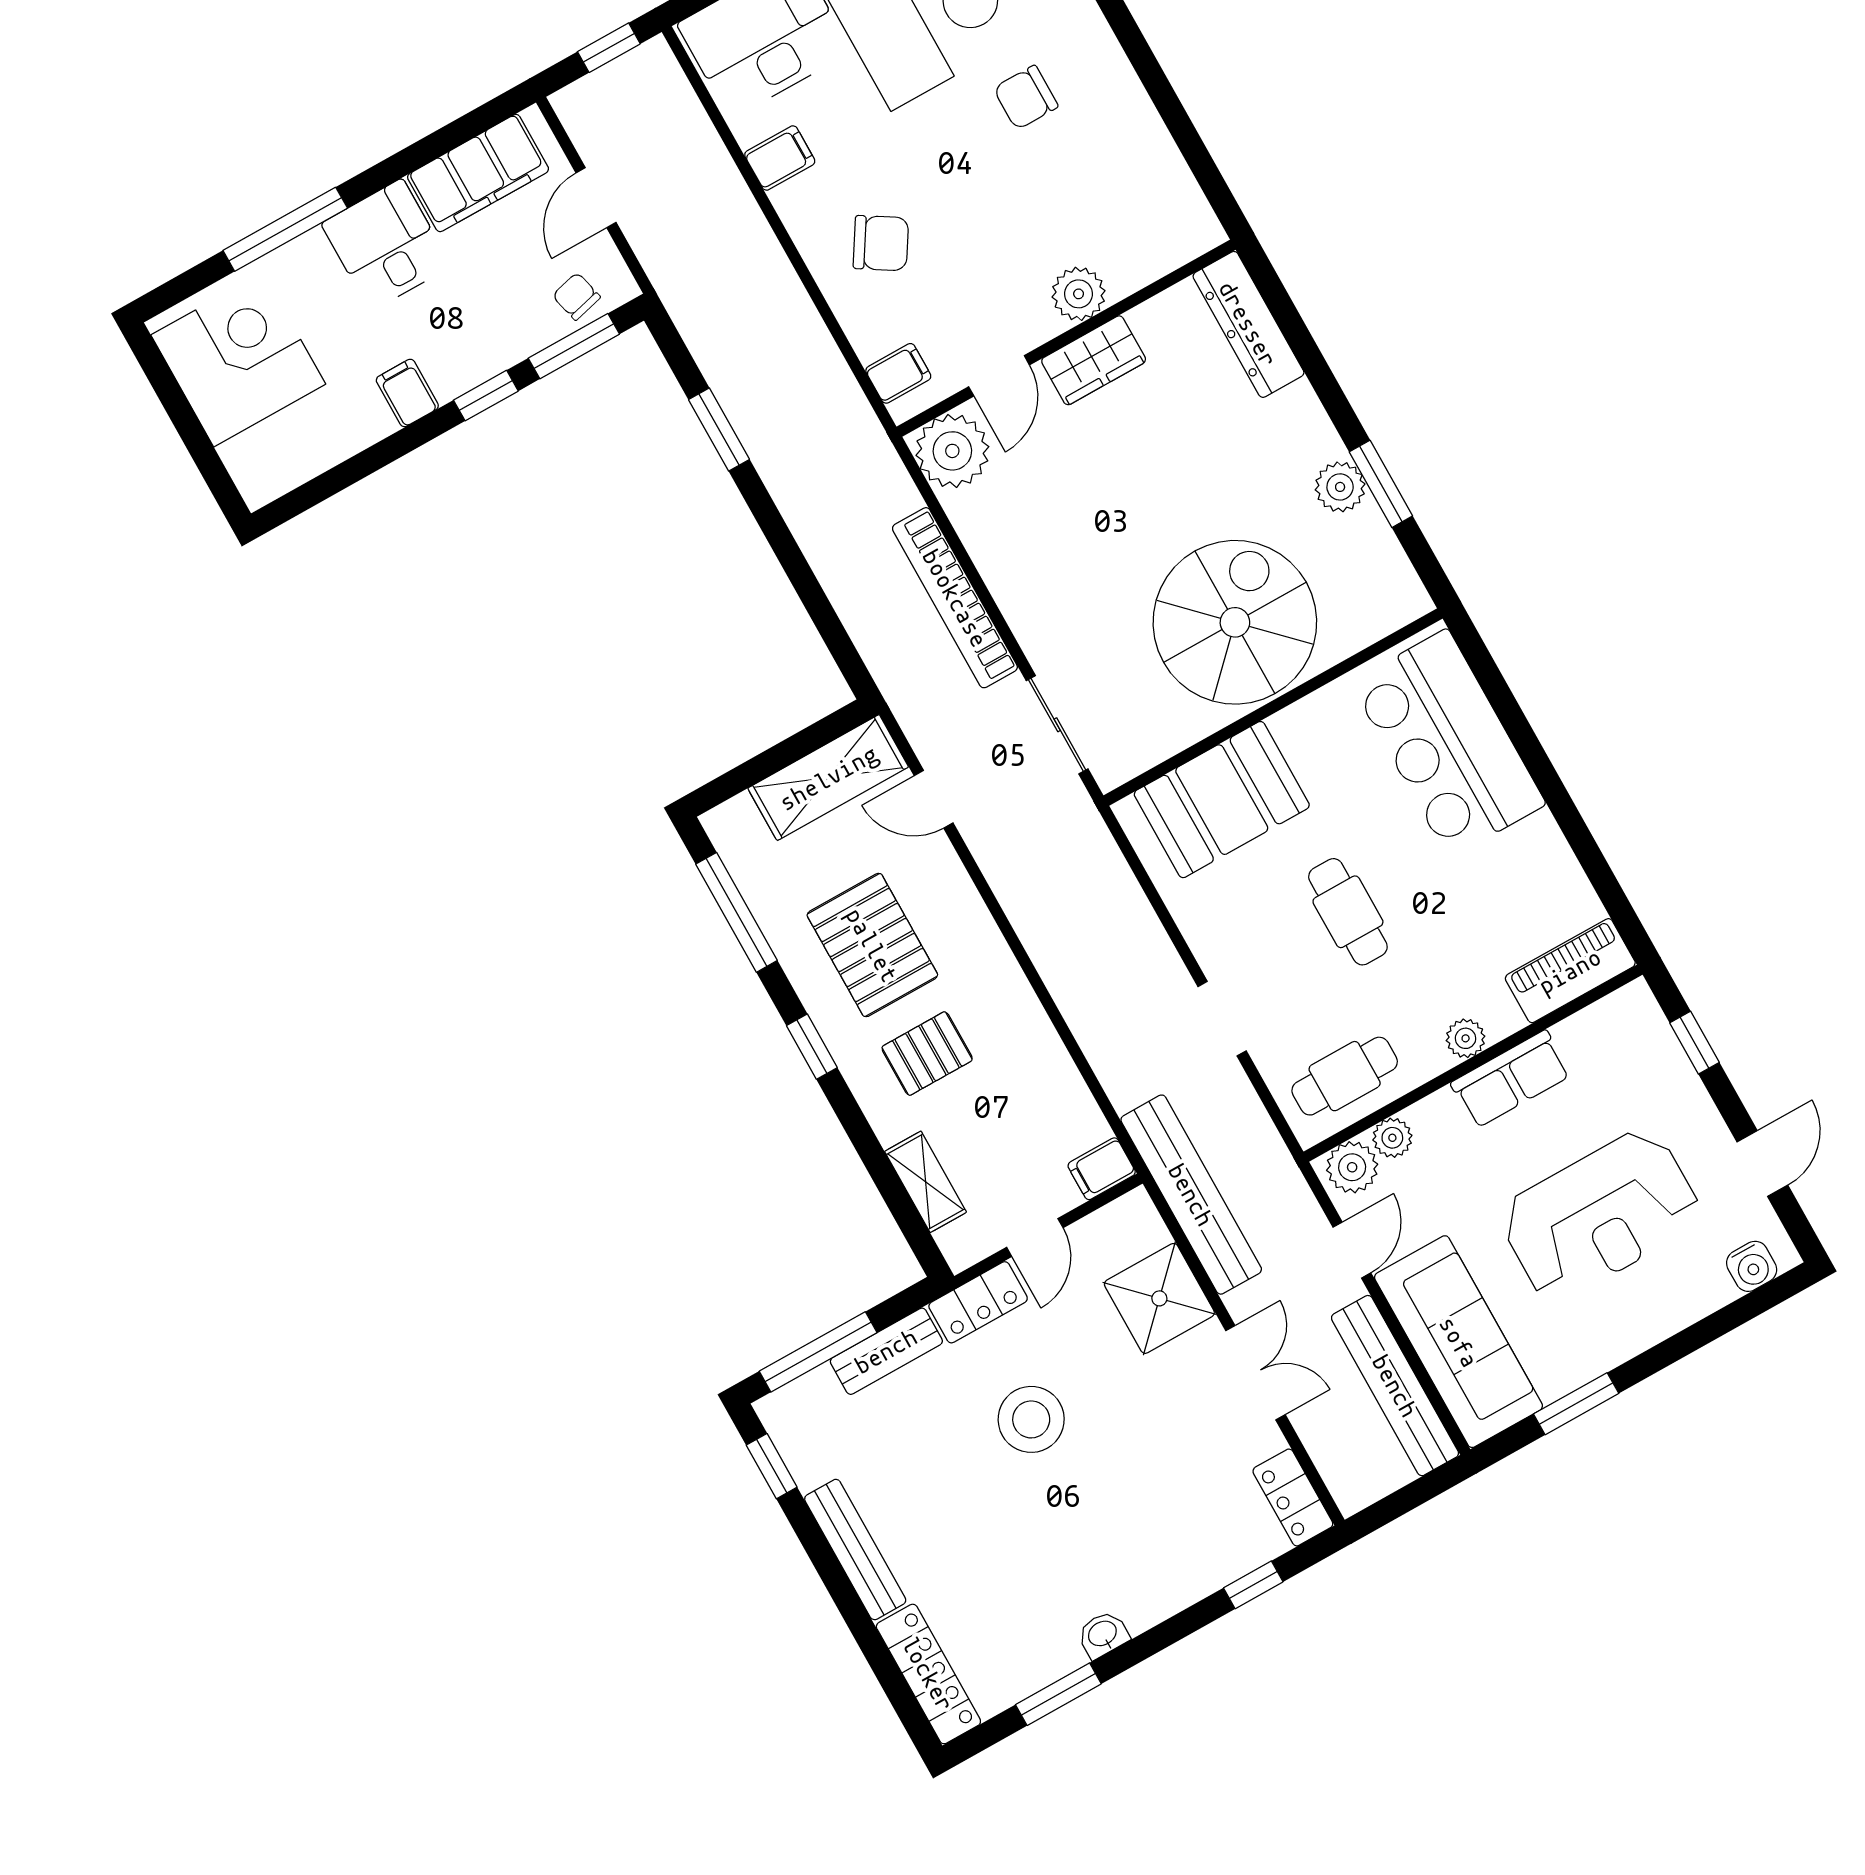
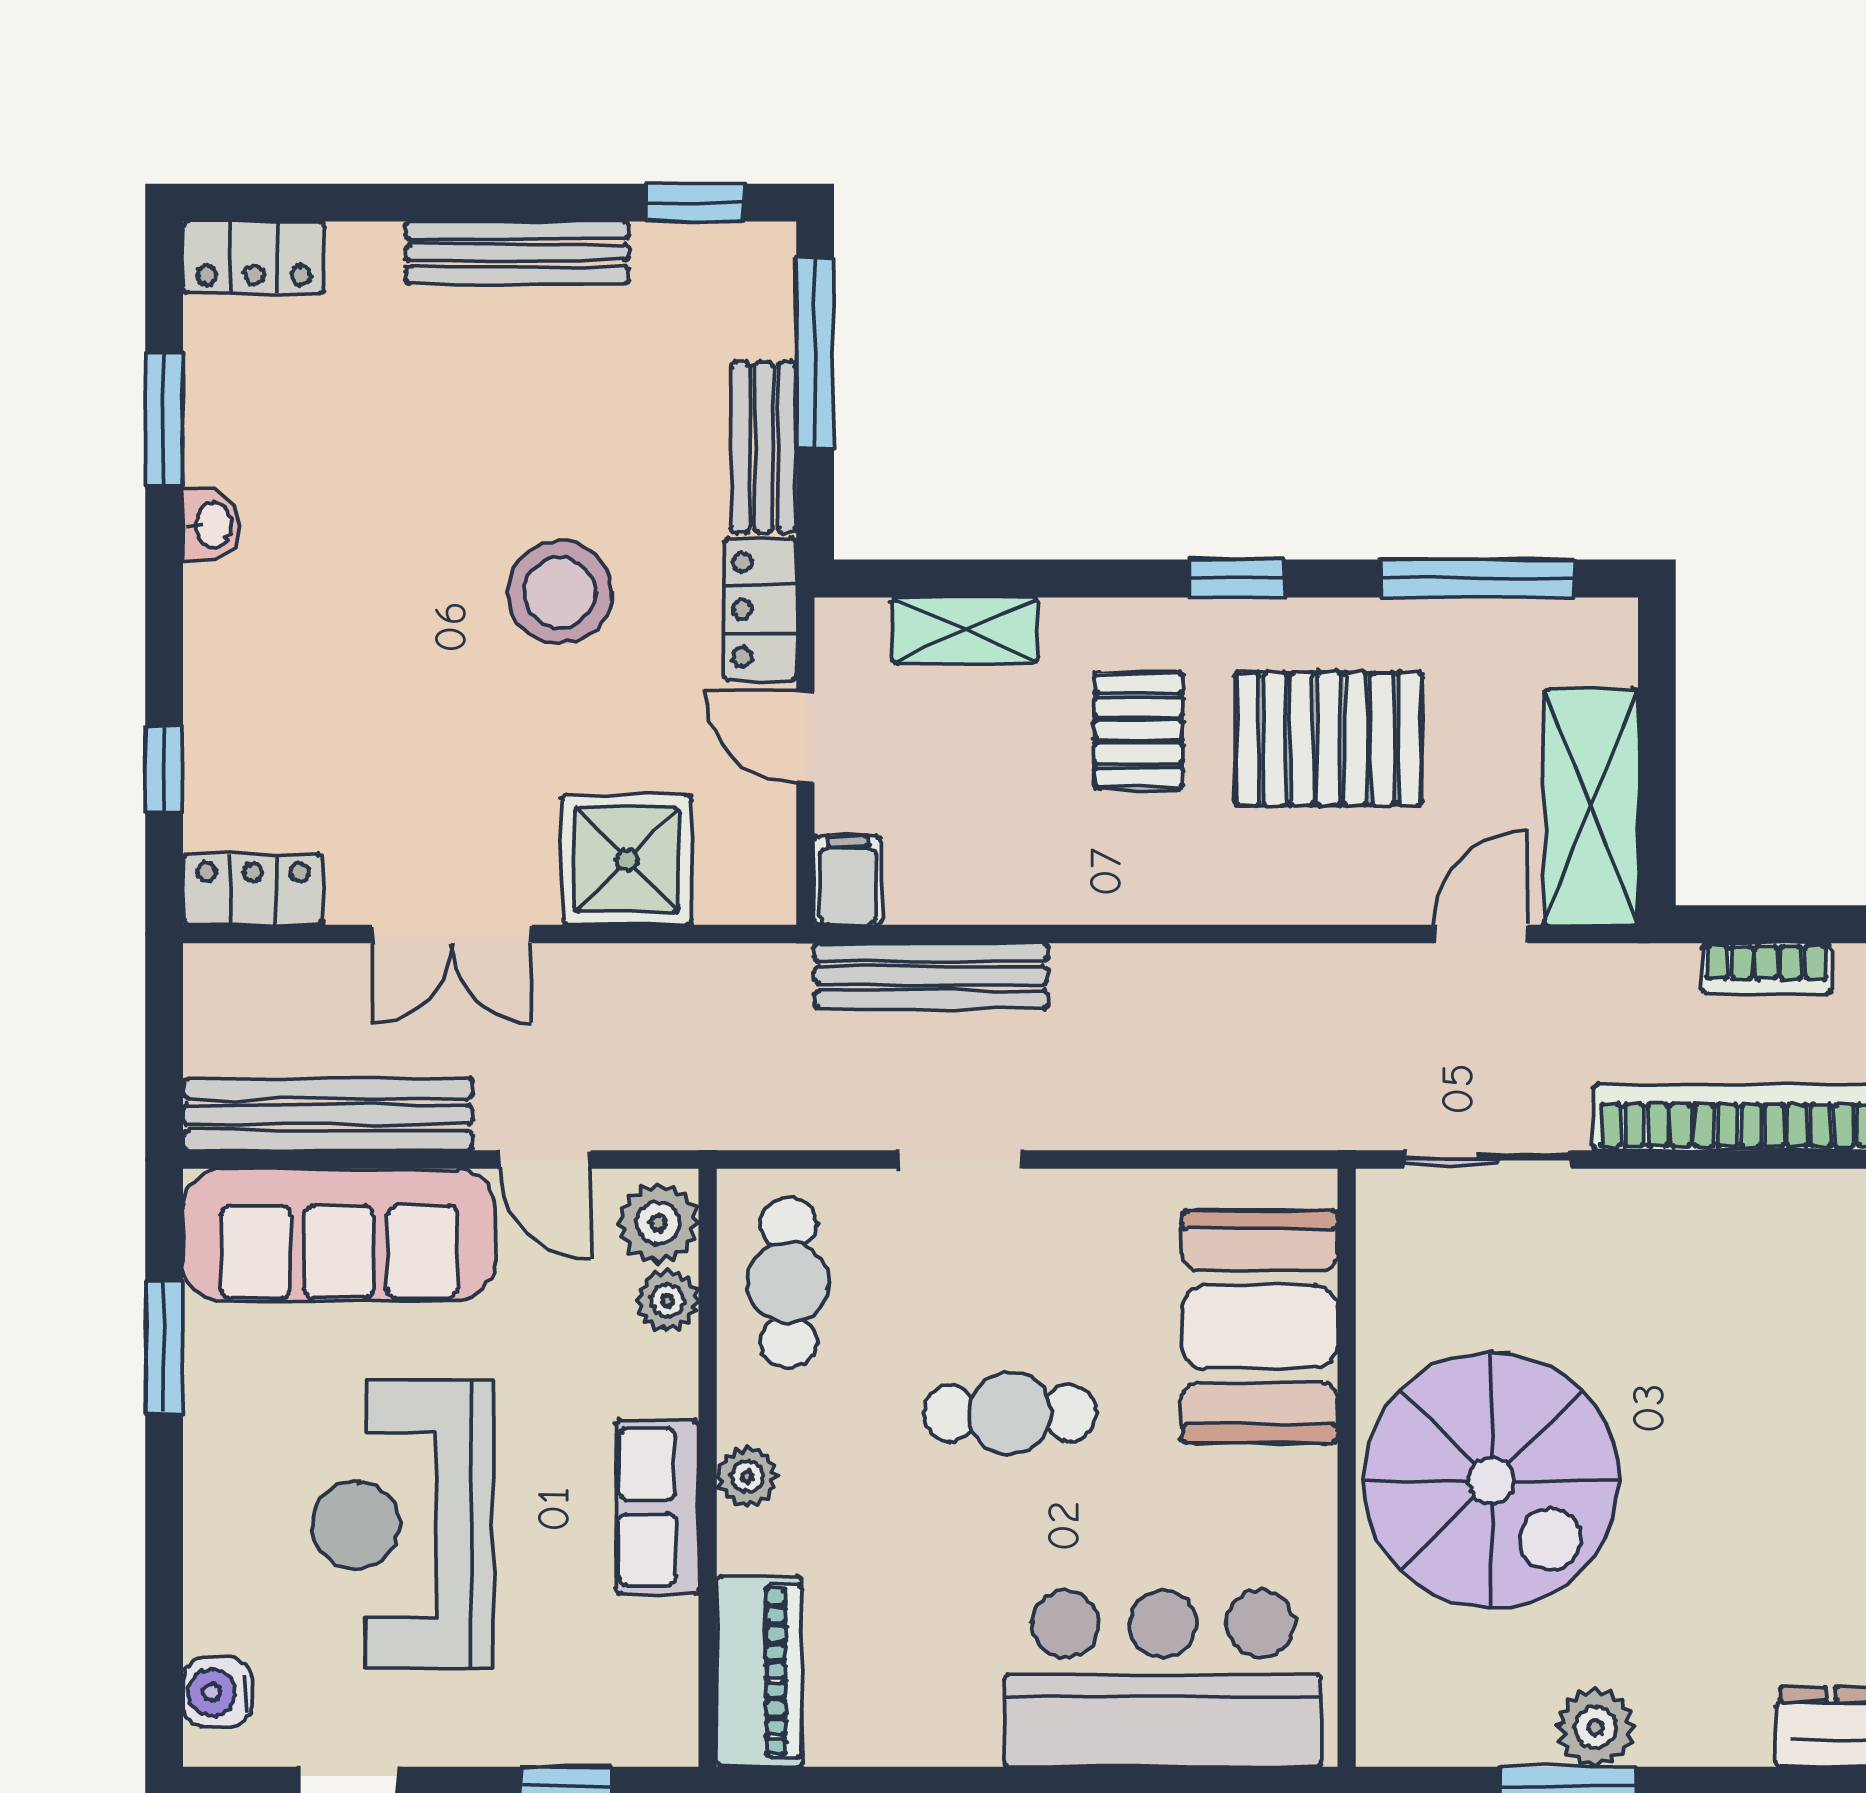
bookcase: (863, 629) -> (1766, 969), added
bench: (1191, 1195) -> (931, 976), moved, width x0.73, depth x0.82
locker: (928, 1674) -> (254, 257), width x0.66

